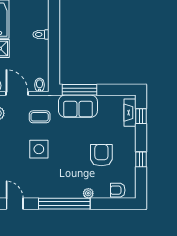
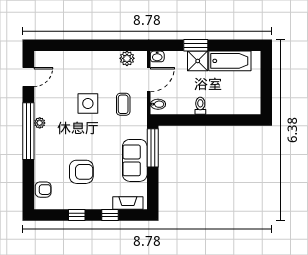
toilet: (41, 34) -> (200, 106), moved
sofa: (78, 106) -> (135, 160), moved
window: (141, 116) -> (110, 215), moved
armchair: (118, 190) -> (43, 190), turned 90
plant: (88, 193) -> (40, 123), moved

